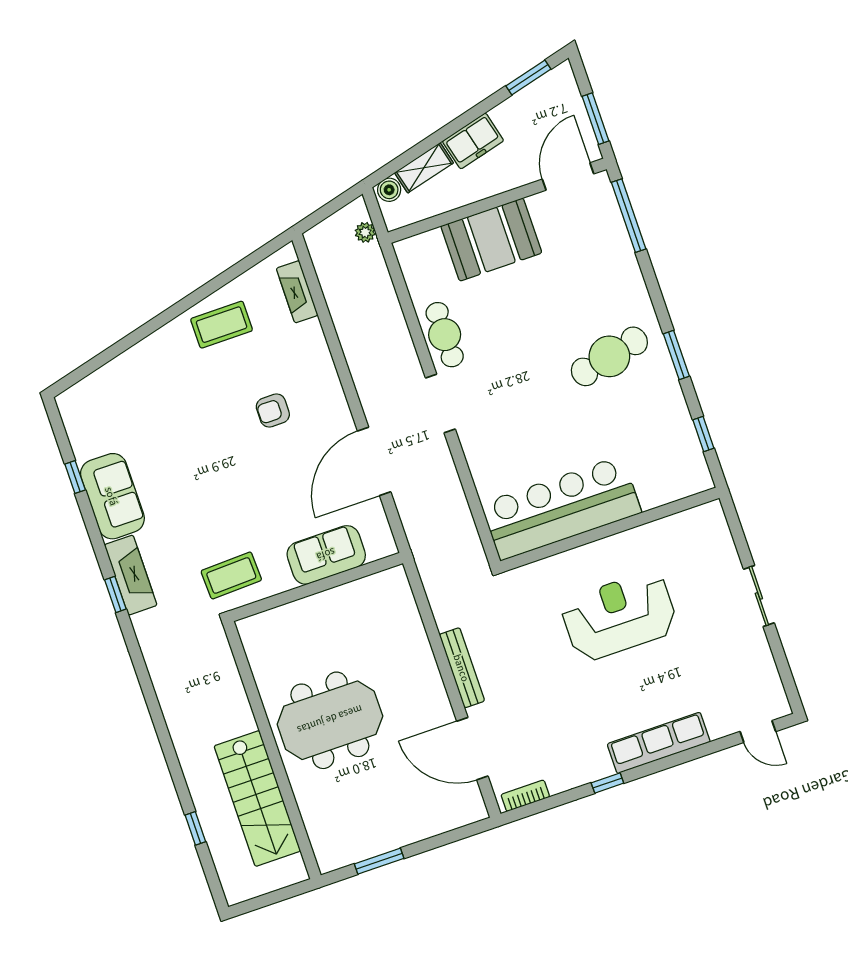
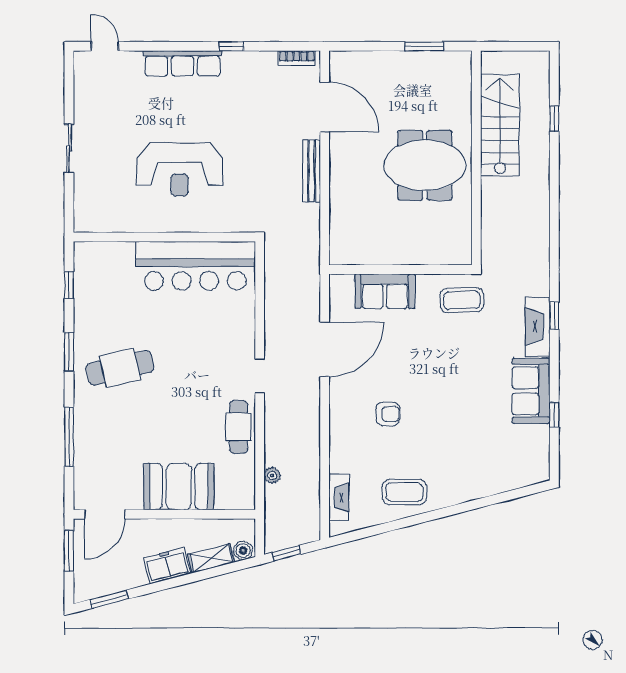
window: (337, 204) -> (286, 553), added
window: (629, 216) -> (69, 437), moved
plant: (365, 232) -> (272, 475), moved
doorway: (440, 404) -> (260, 376), width x0.73

